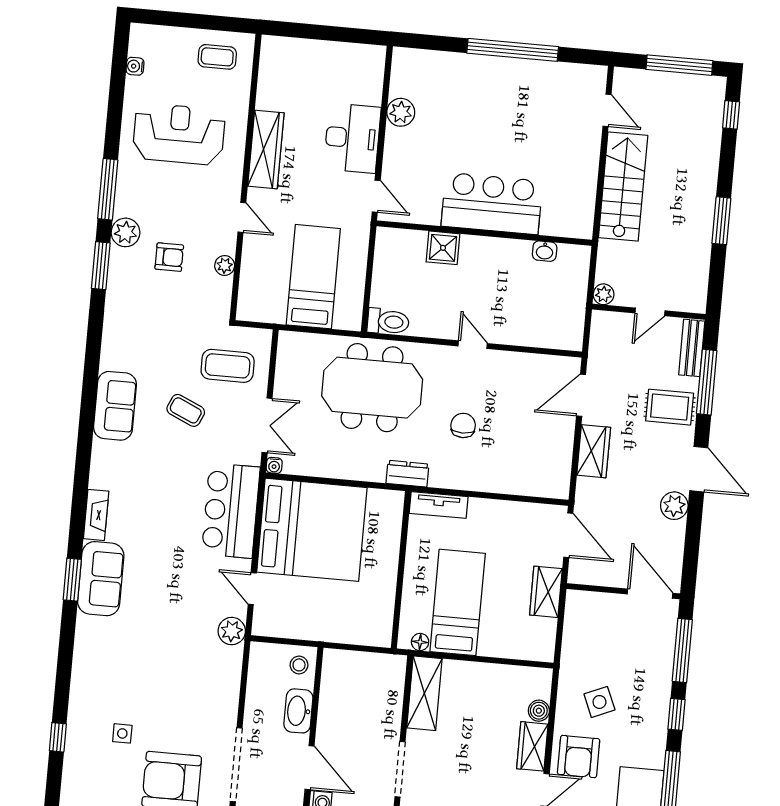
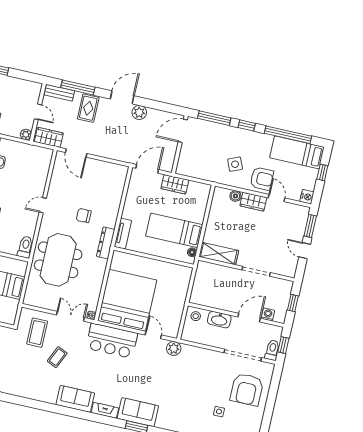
sofa: (115, 406) -> (75, 399), moved
wardrobe: (594, 451) -> (49, 137), moved
dresser: (407, 474) -> (106, 243), width x1.44
door: (252, 589) -> (153, 335), swing flipped

